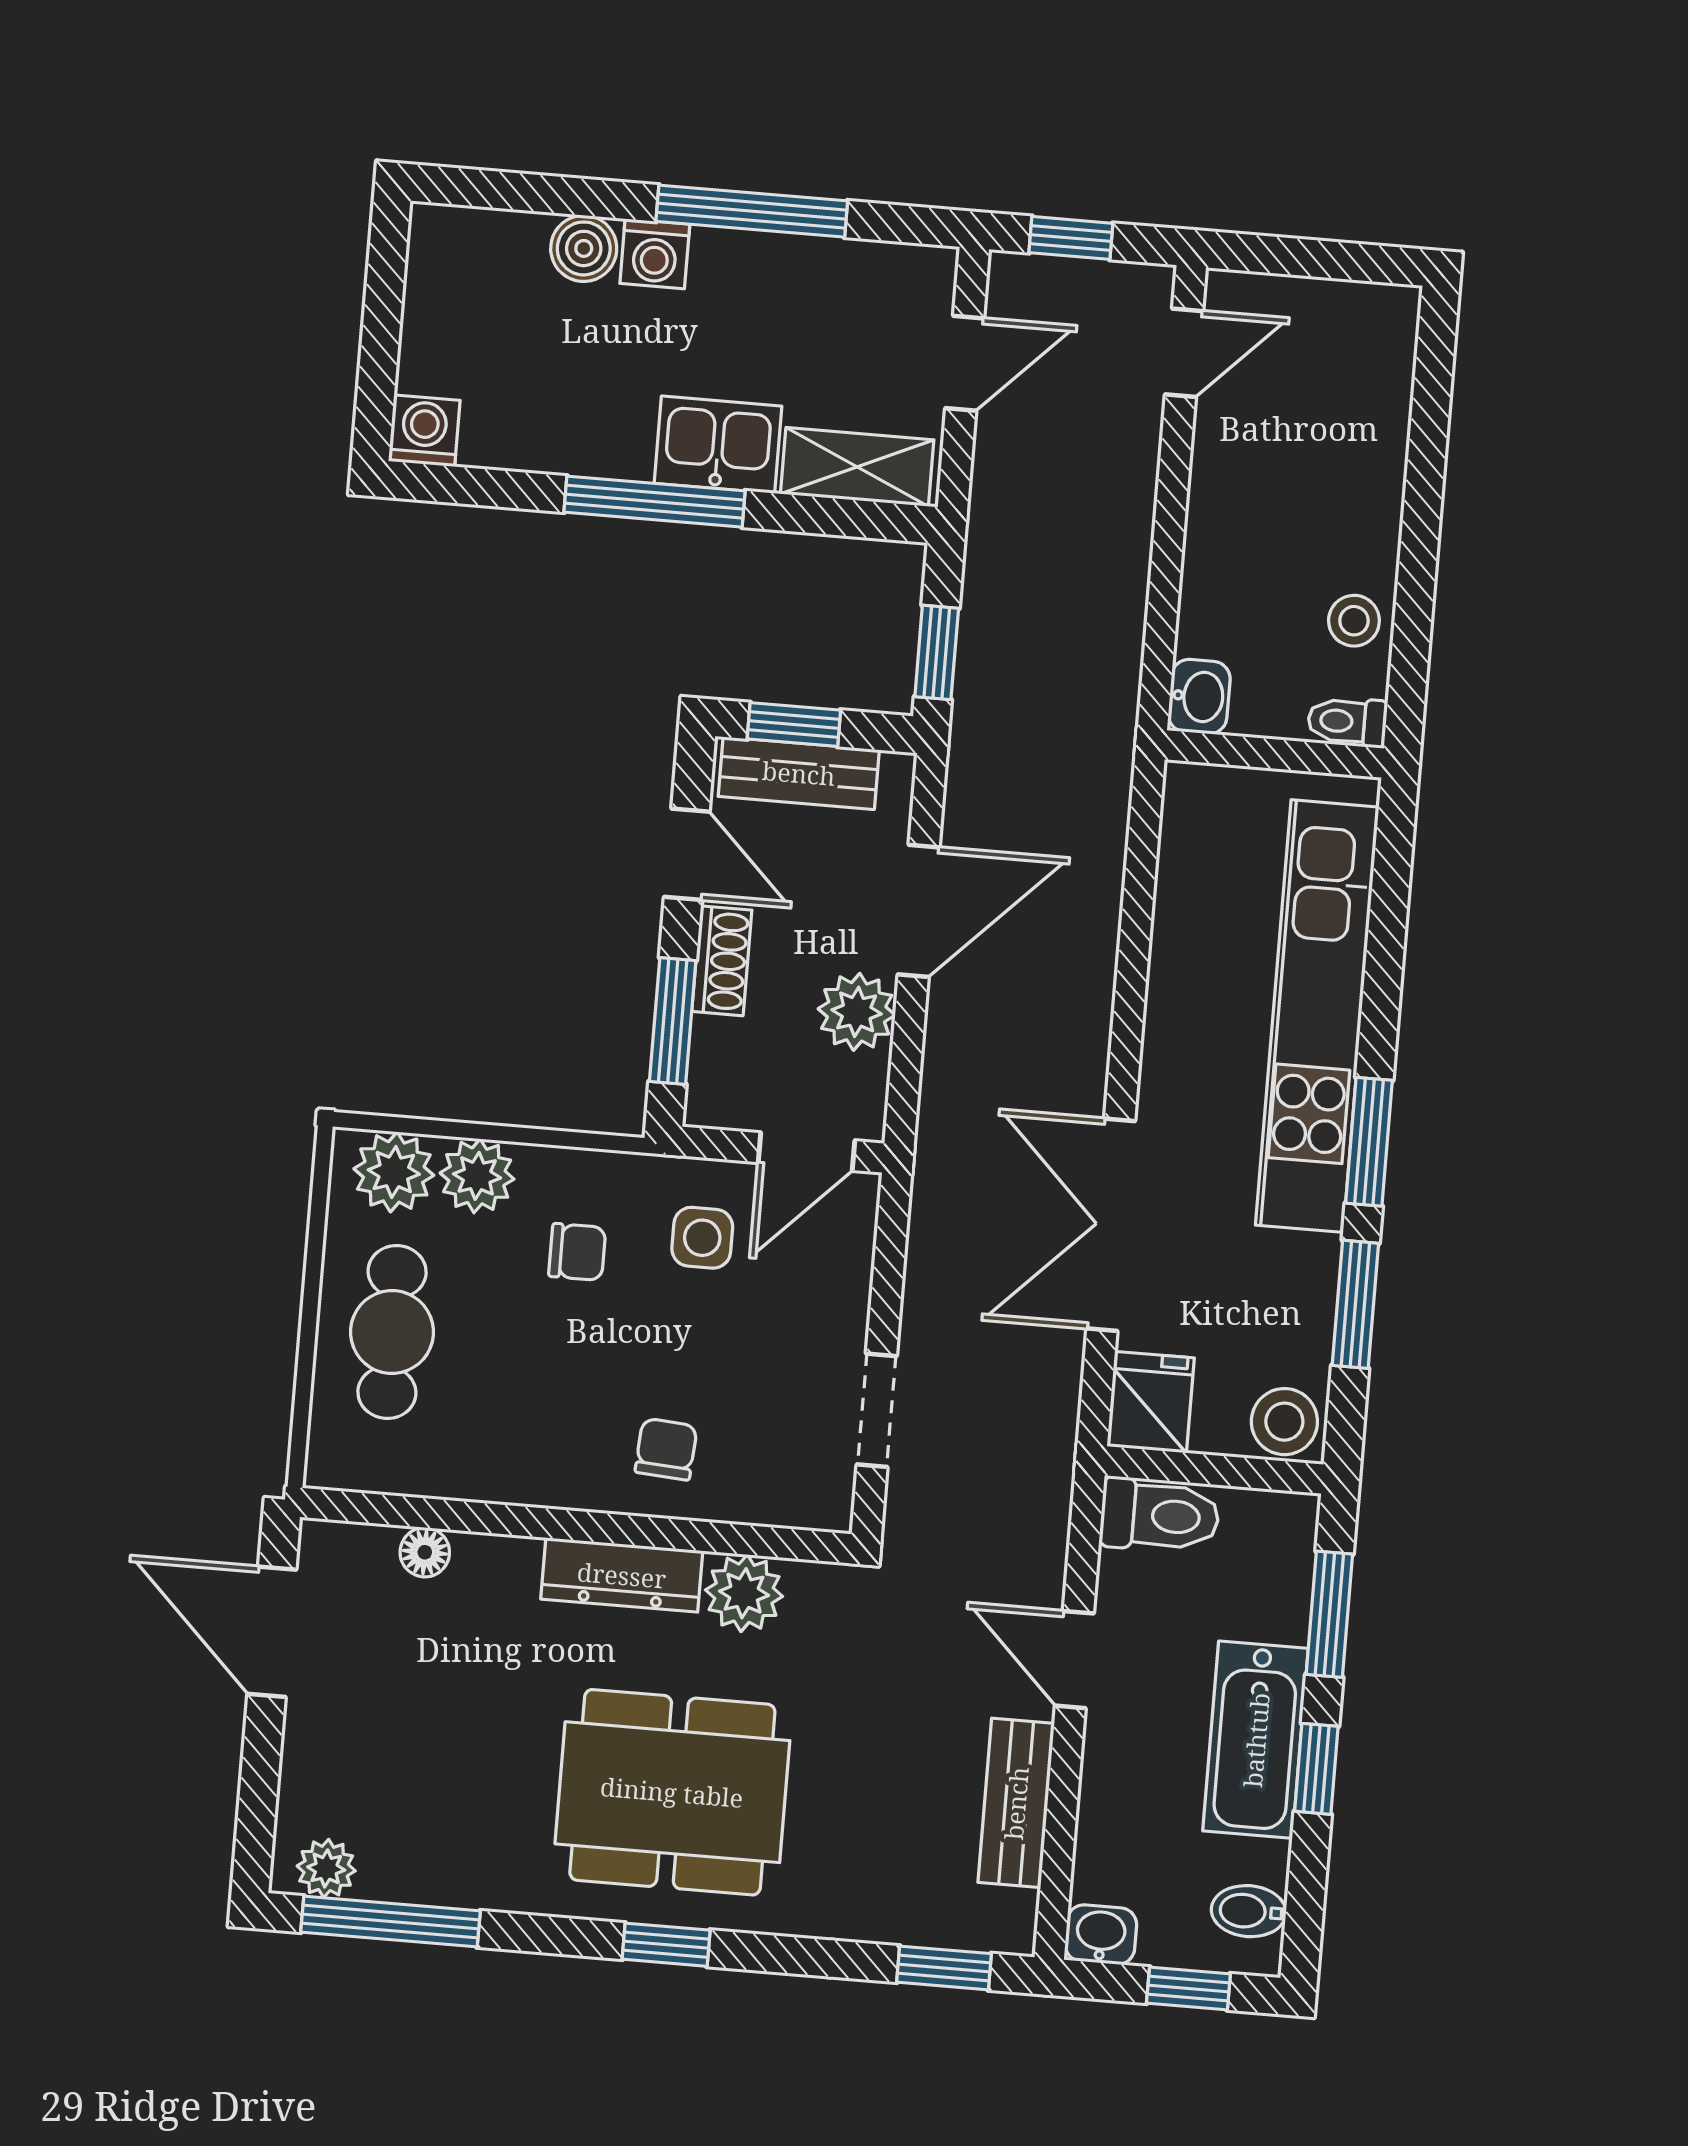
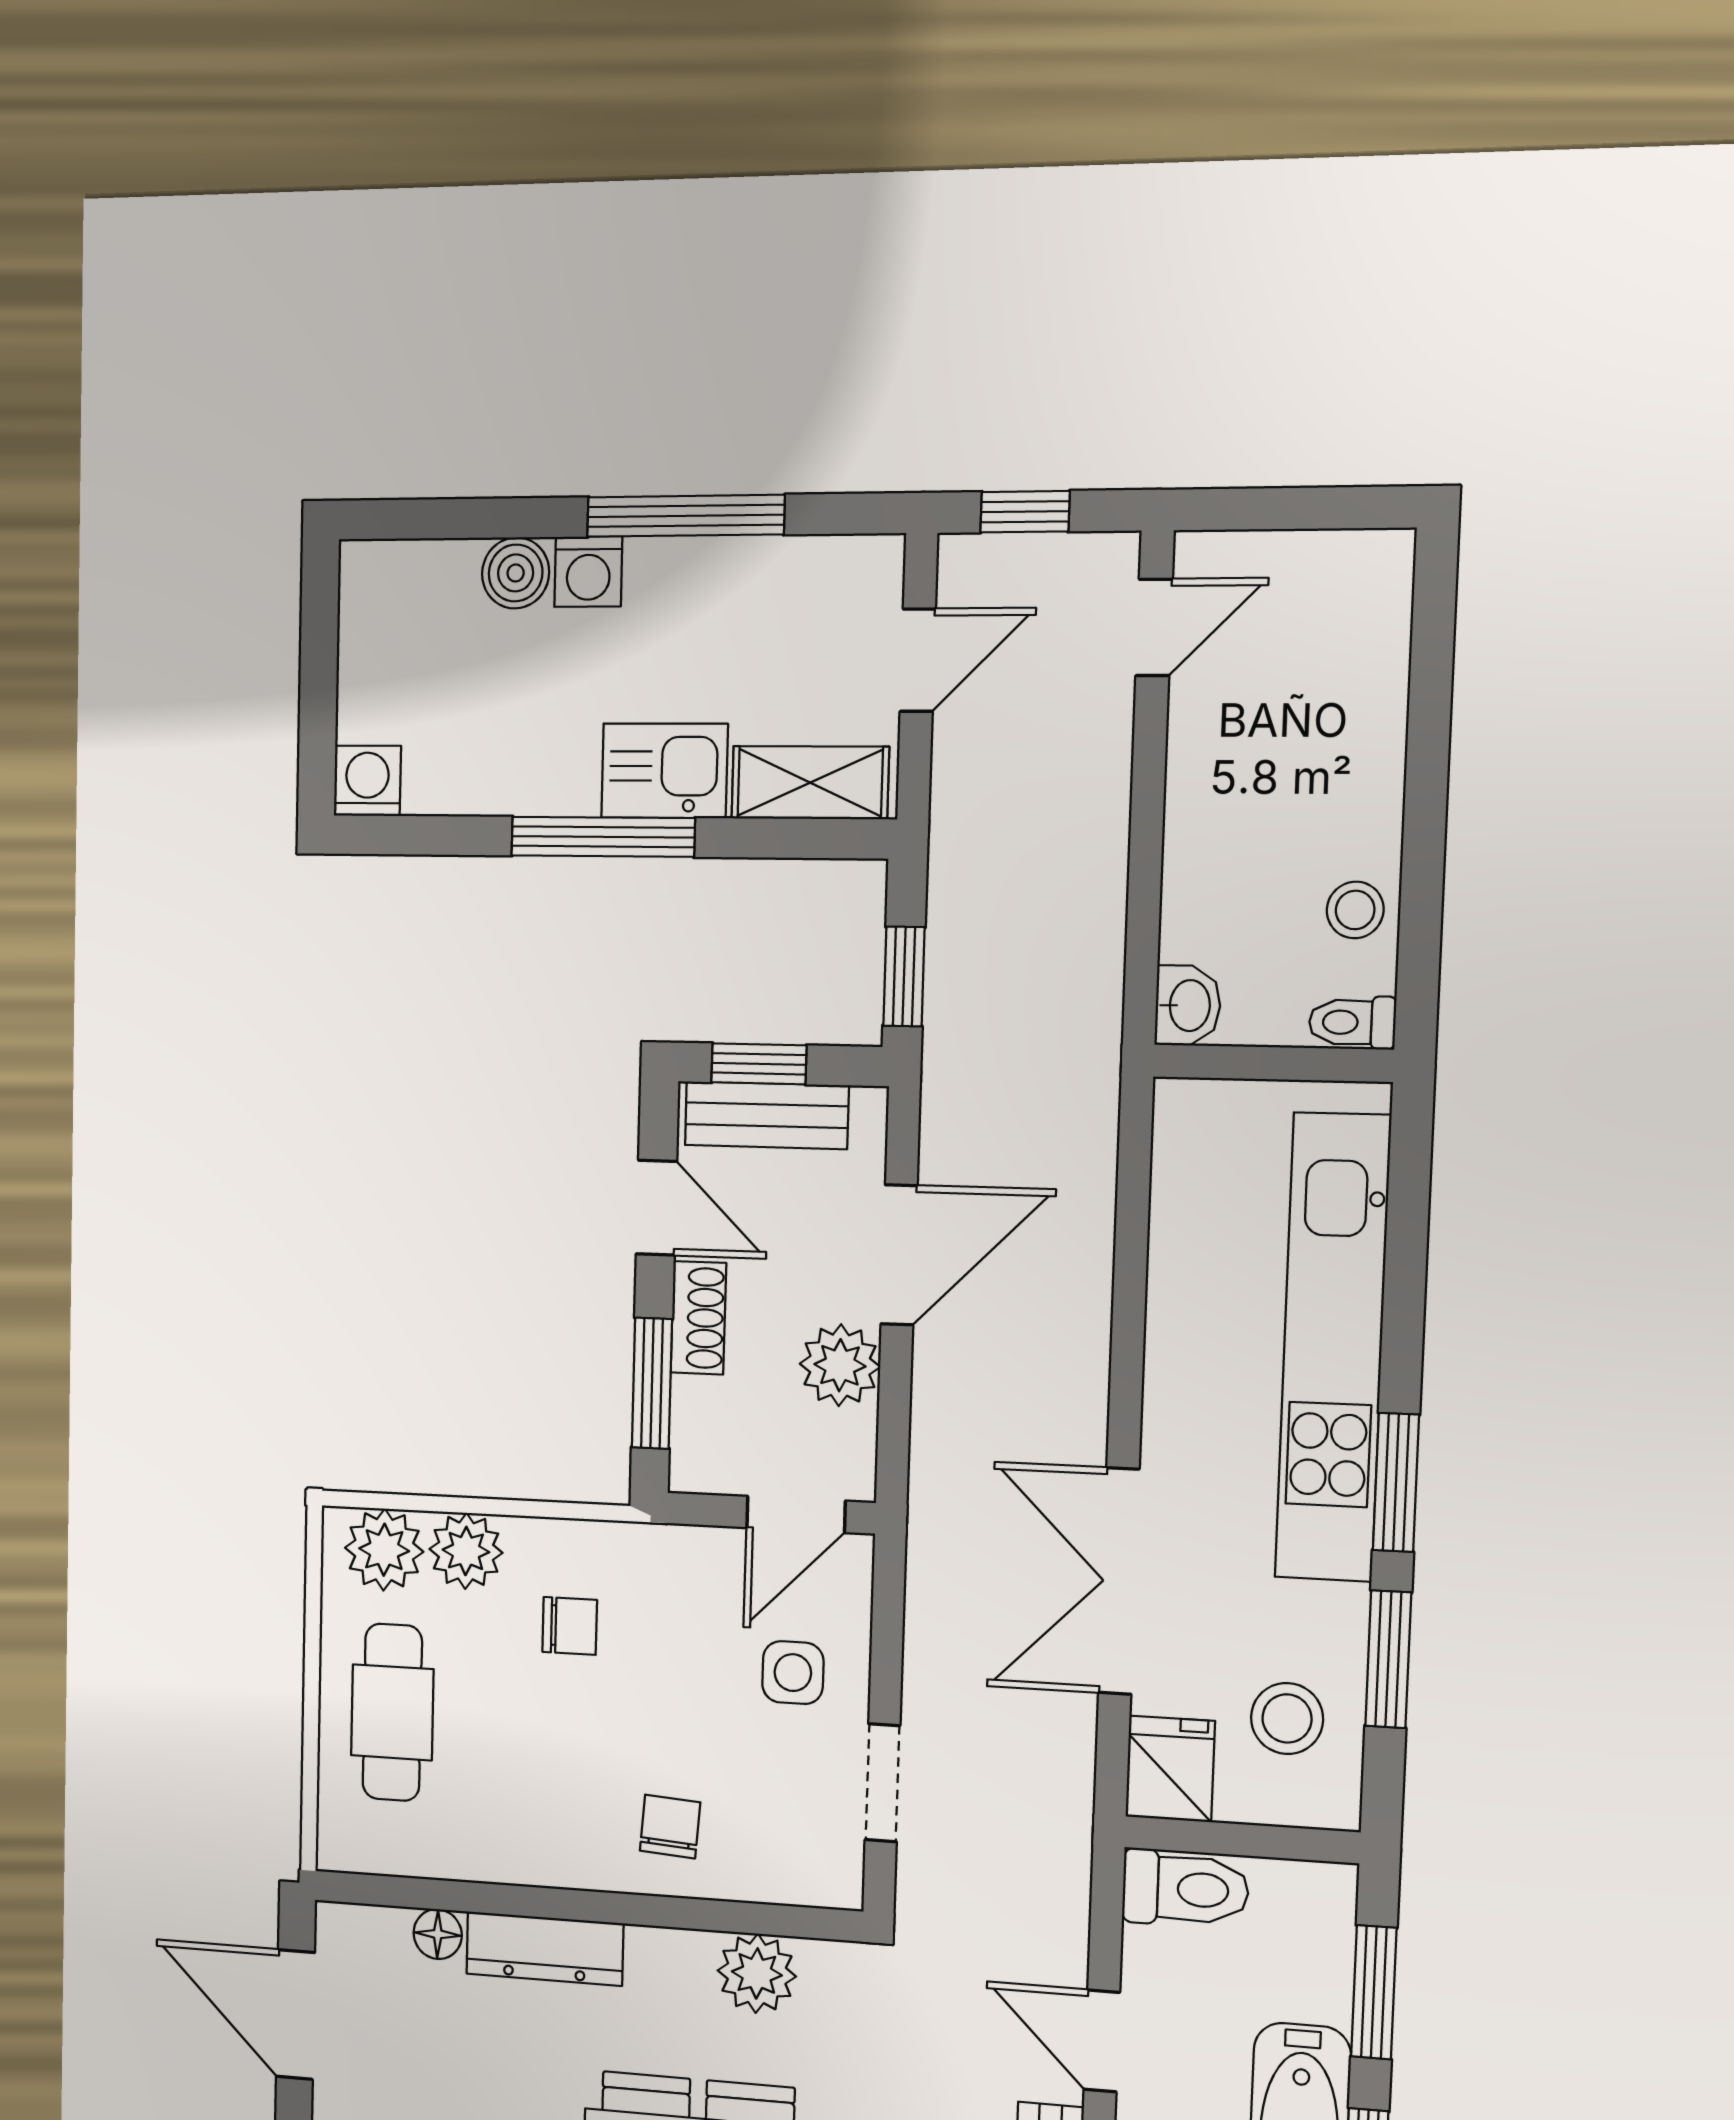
side table: (702, 1238) -> (793, 1673), moved
stool: (1284, 1422) -> (1287, 1718), moved
dresser: (622, 1575) -> (545, 1949), moved

